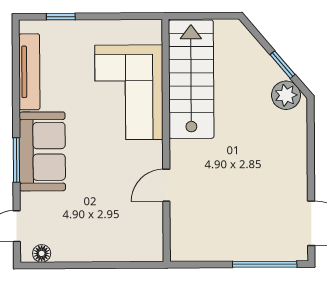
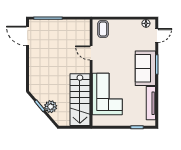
plant: (286, 95) -> (51, 107), moved
door: (166, 185) -> (91, 53), swing flipped
coffee table: (139, 240) -> (103, 29), added

